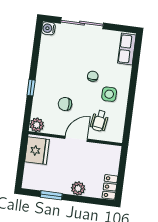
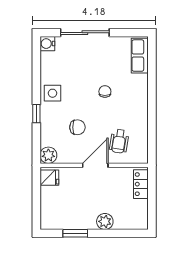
side table: (109, 94) -> (53, 93), moved
chair: (65, 104) -> (77, 127), turned 180
fridge: (37, 151) -> (49, 178), width x0.53, depth x0.75
locker: (110, 187) -> (141, 184), moved

